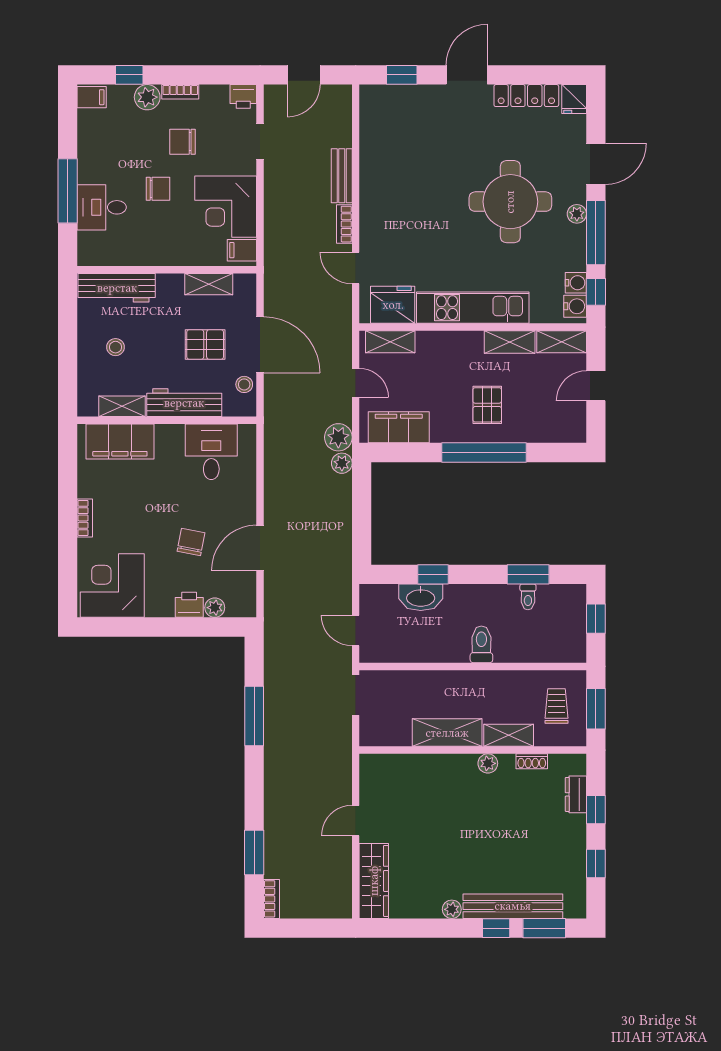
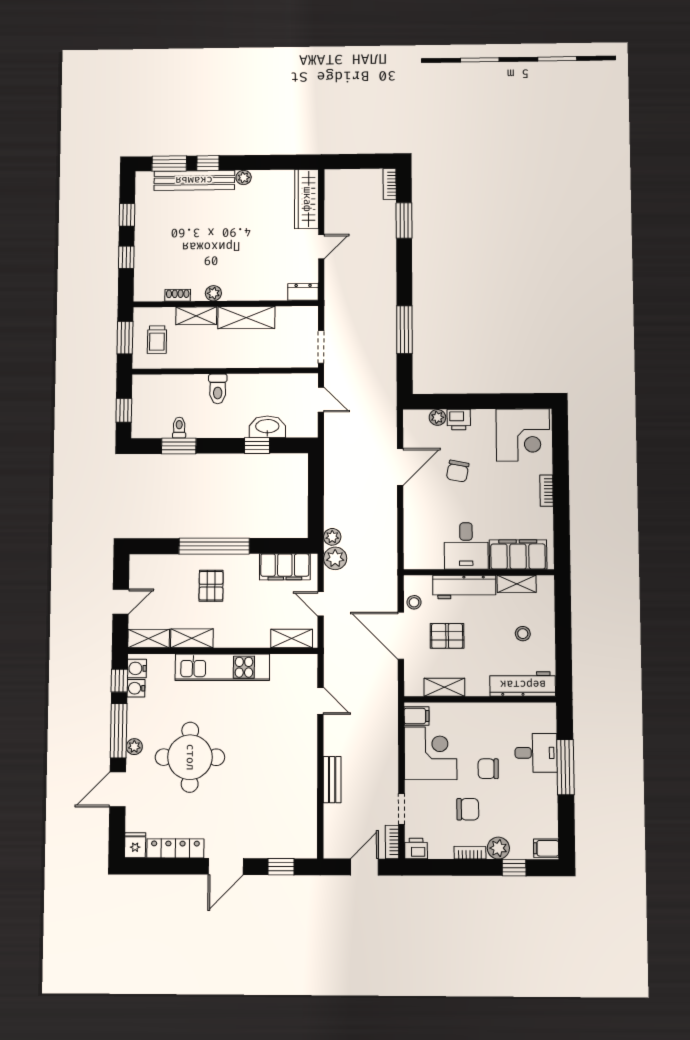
bookcase: (344, 224) -> (392, 842), moved, turned 180
fridge: (393, 305) -> (289, 670), removed
desk: (211, 452) -> (466, 546), moved
dresser: (576, 794) -> (303, 292), moved, turned -90

